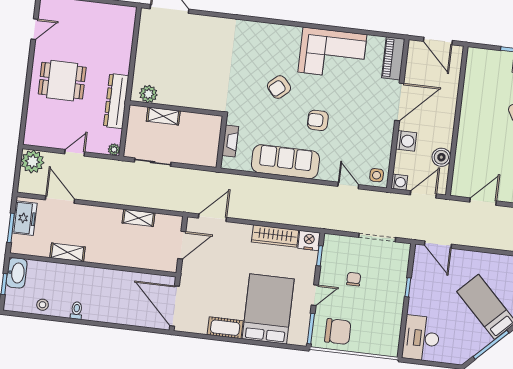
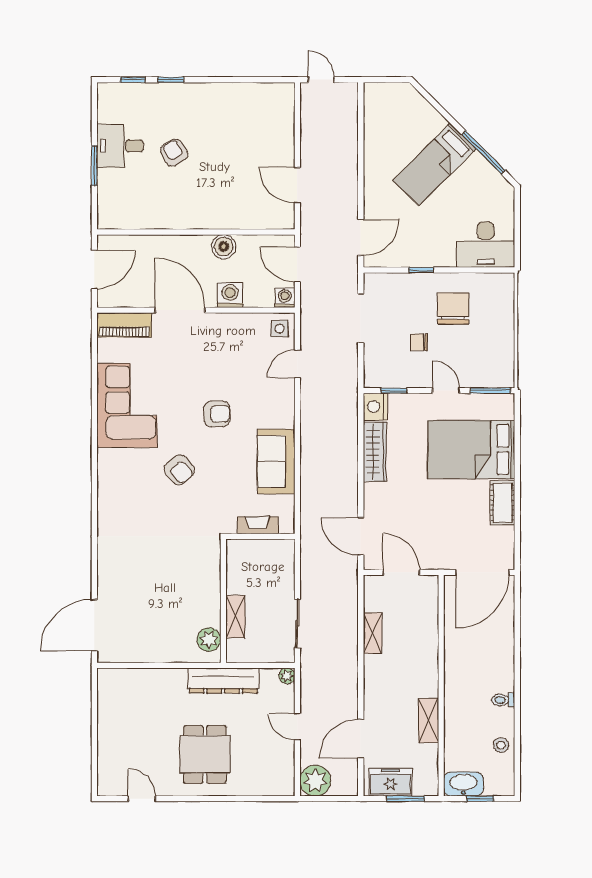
armchair: (318, 120) -> (217, 414), turned -90
boiler: (441, 157) -> (224, 247), moved
sofa: (285, 162) -> (276, 461), width x0.73
chair: (338, 332) -> (453, 308), moved

